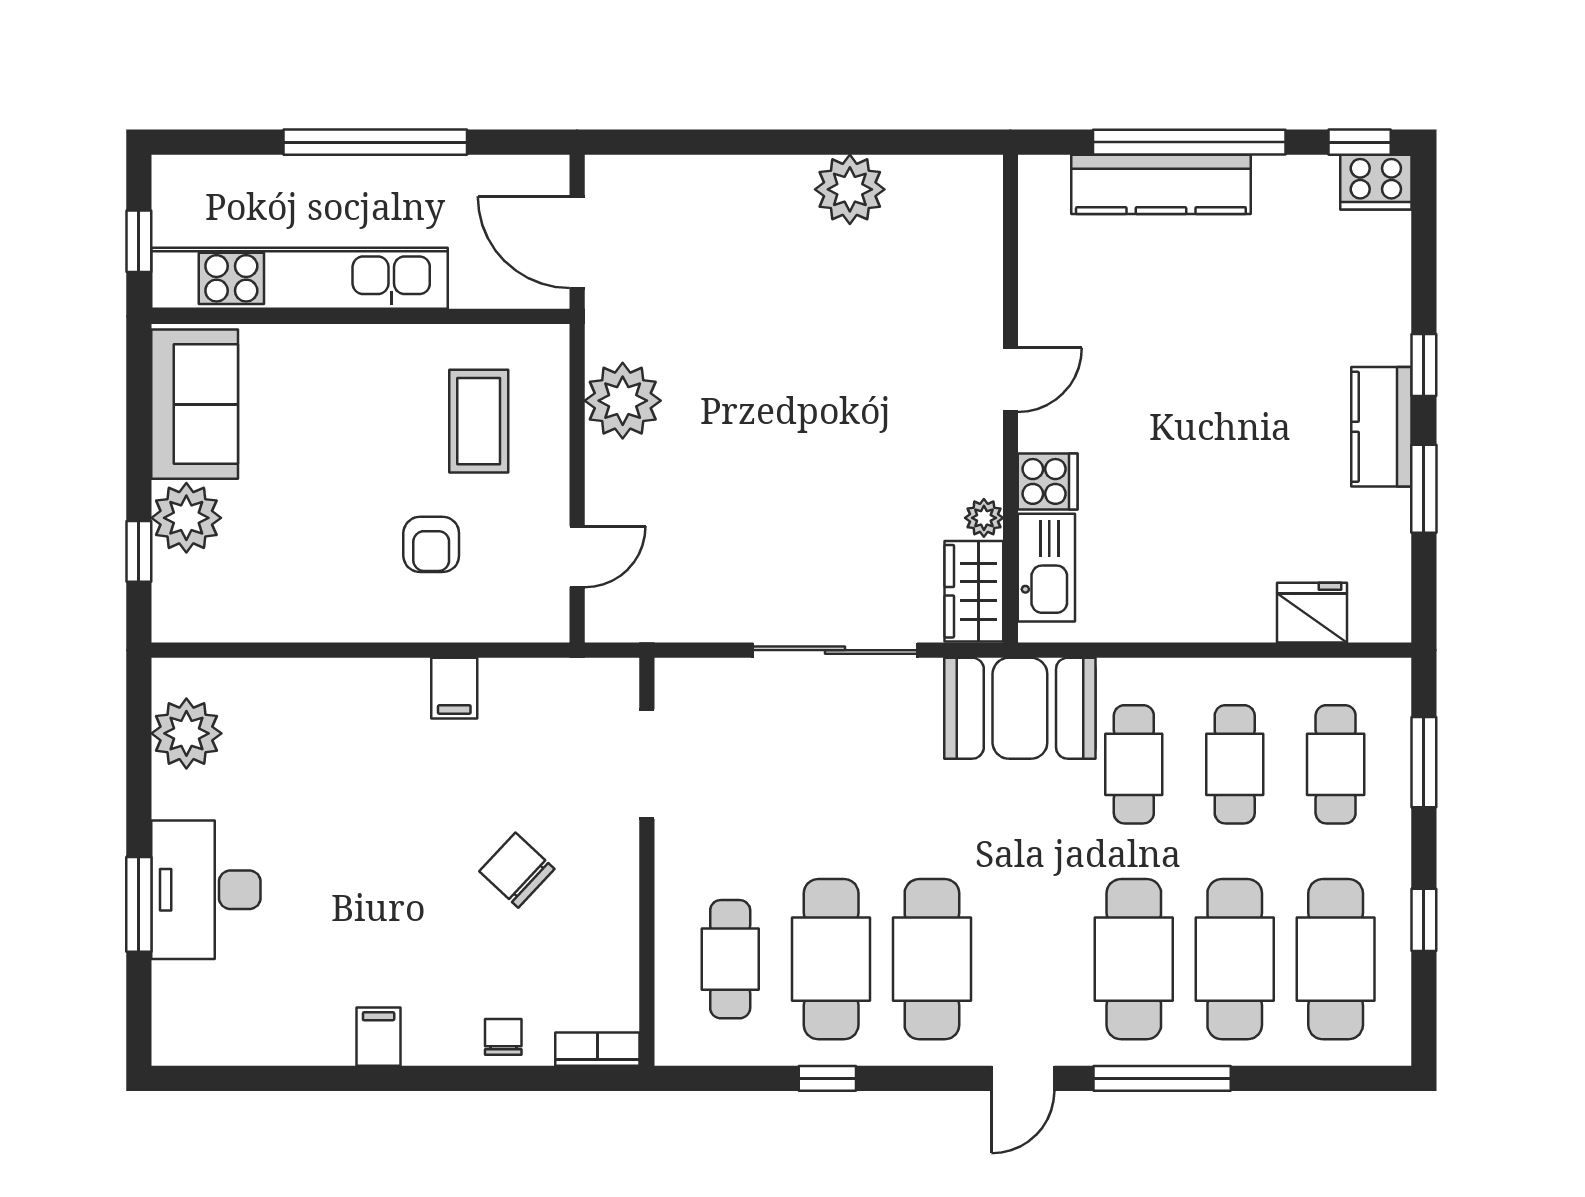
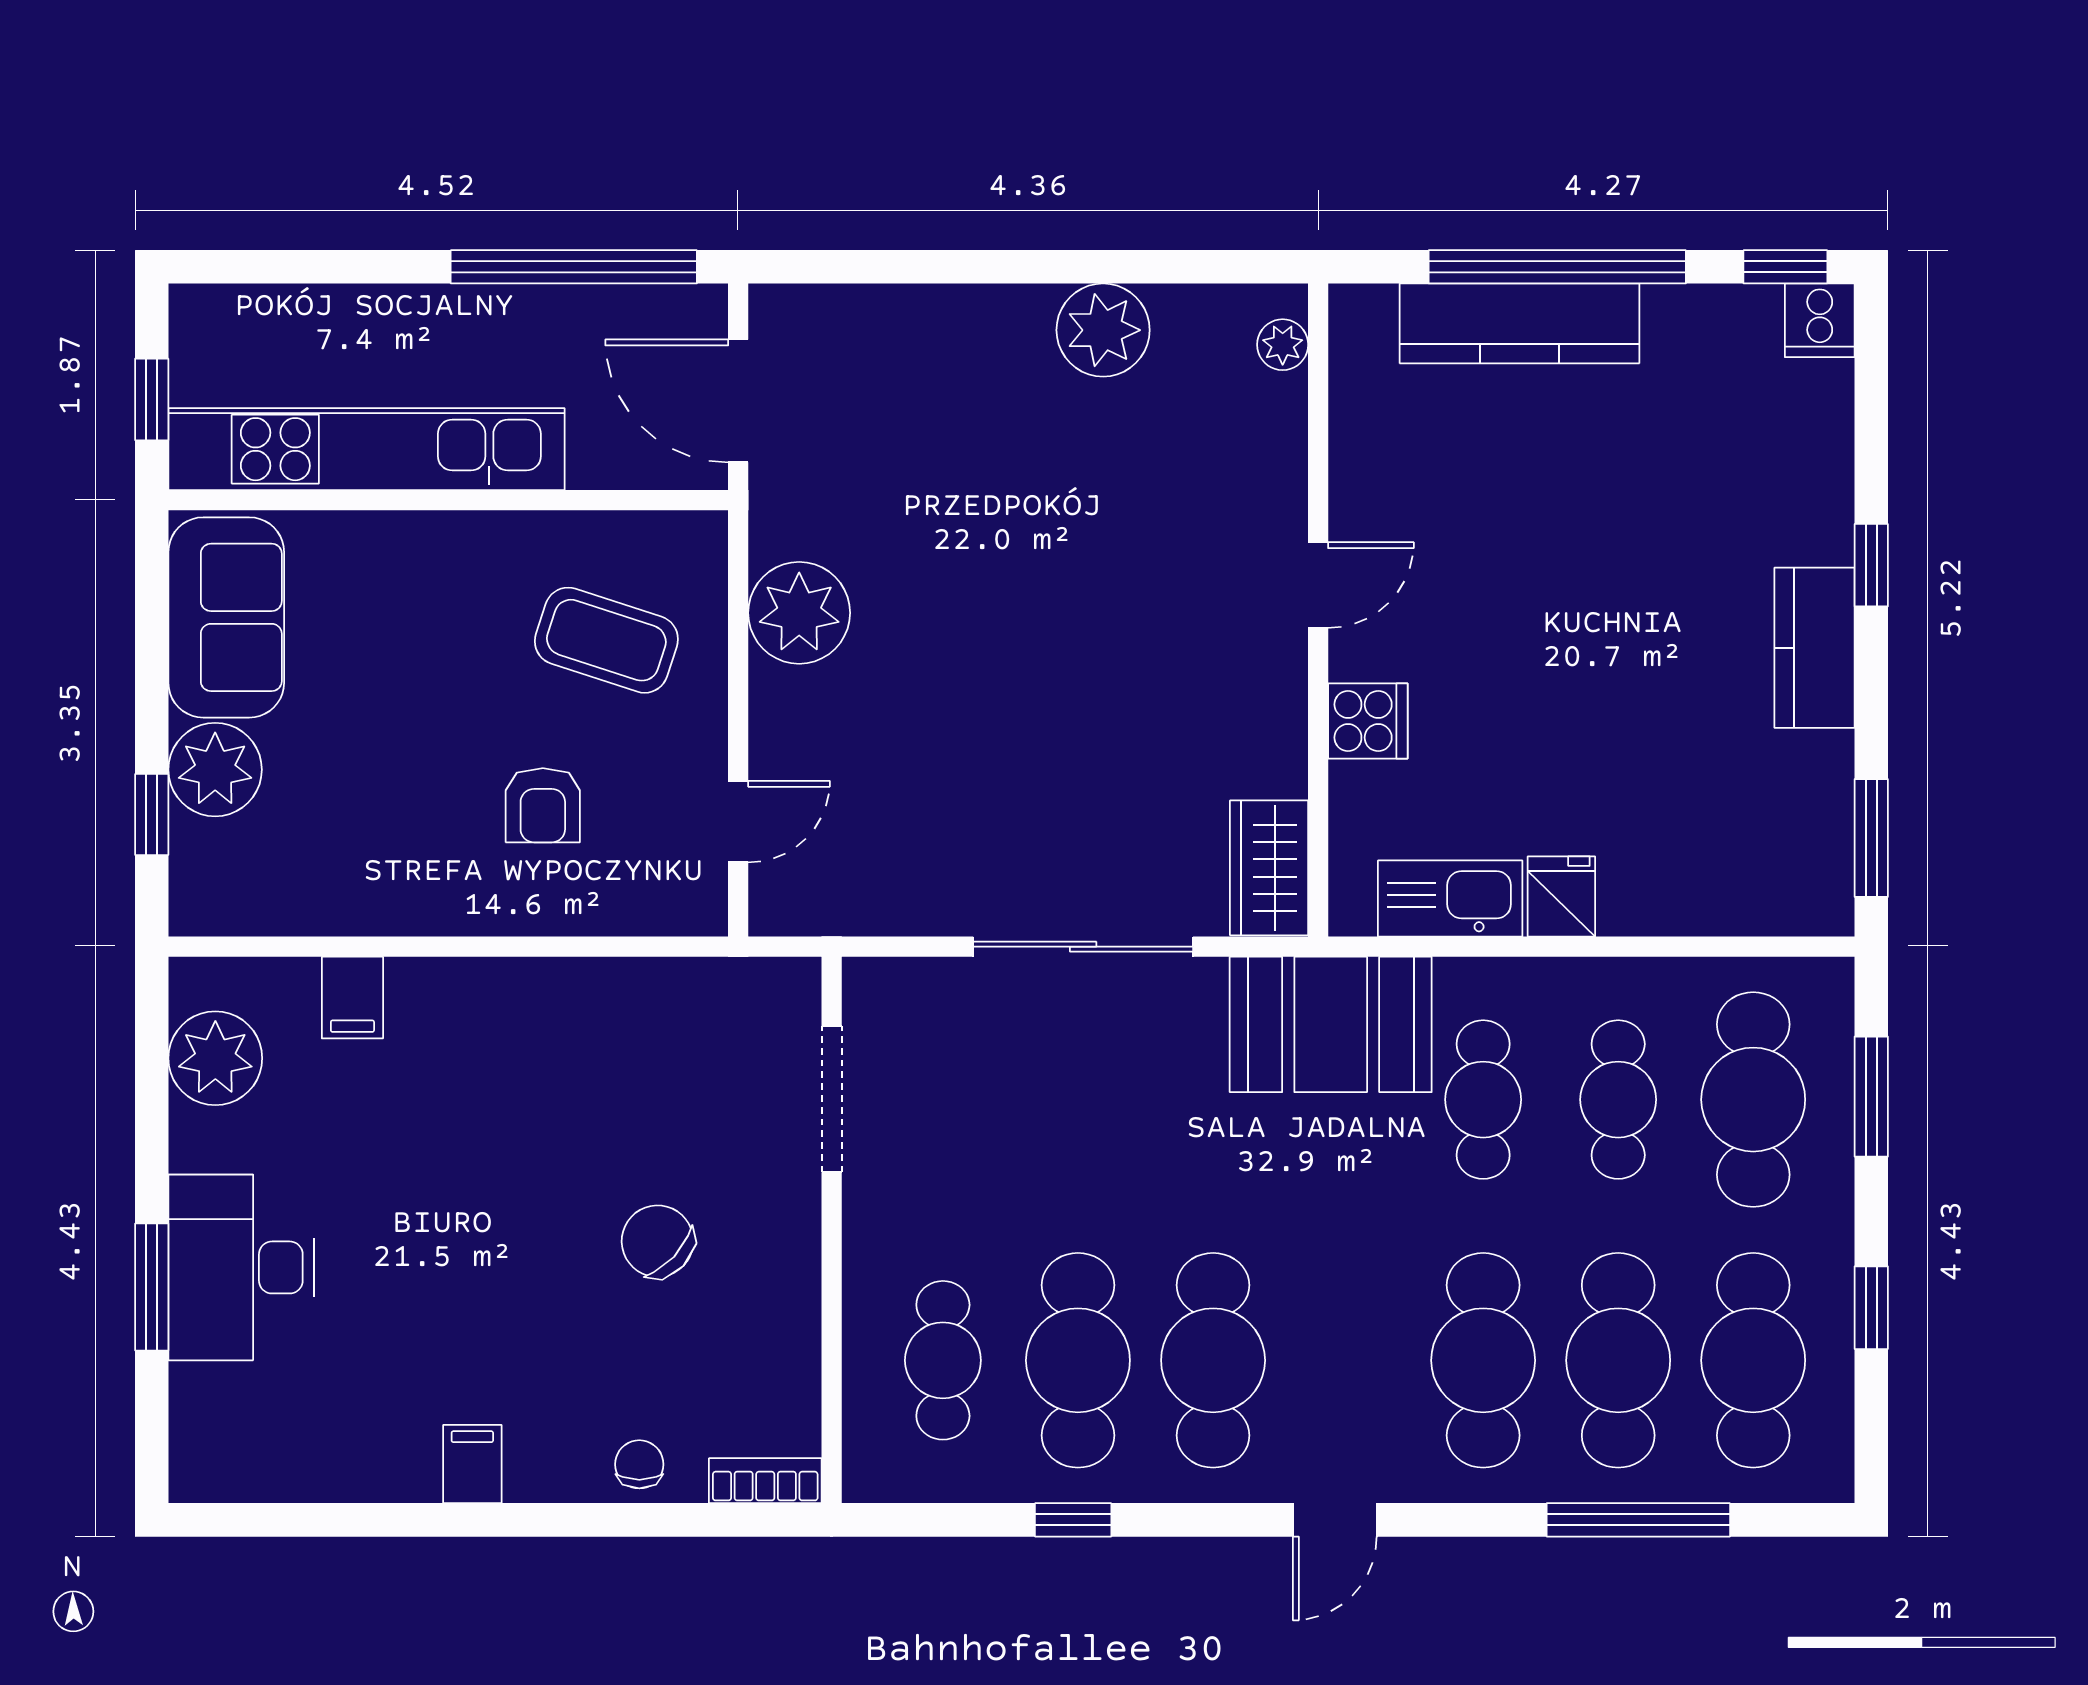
window: (375, 142) -> (574, 267), moved
cooker: (1376, 182) -> (1820, 320), width x0.73
coffee table: (479, 421) -> (606, 640), turned -72
window: (1424, 489) -> (1871, 838), moved
plant: (984, 518) -> (1283, 345), moved
kitchen sink: (1046, 568) -> (1450, 899), moved, turned -90
fridge: (1312, 613) -> (1561, 896), moved, width x0.72
filing cabinet: (454, 688) -> (352, 998), moved
cafe table: (1336, 764) -> (1753, 1100), width x1.37, depth x1.35
window: (1162, 1078) -> (1638, 1520), moved

